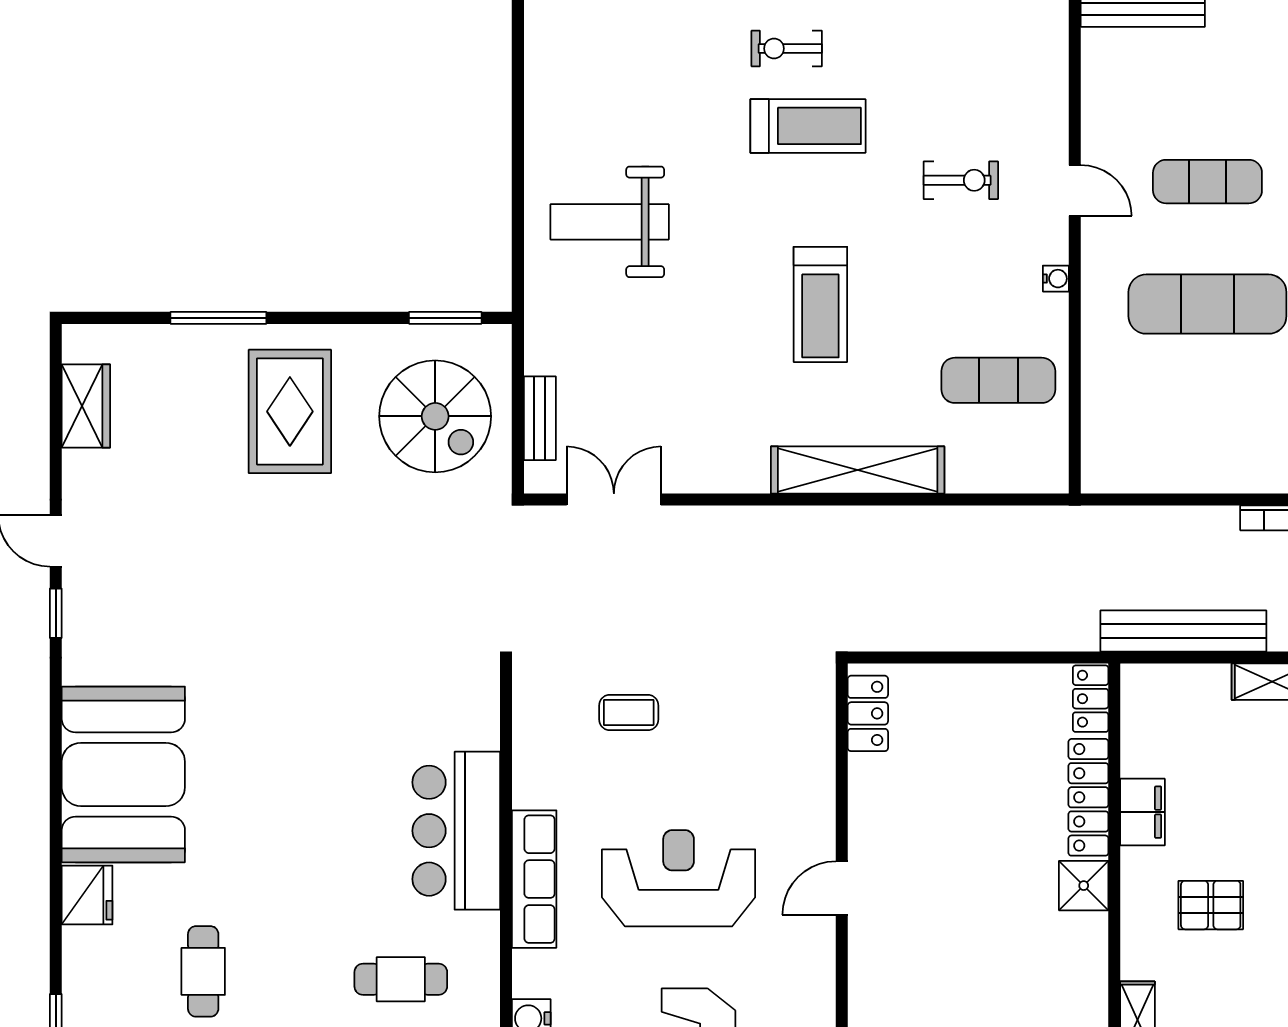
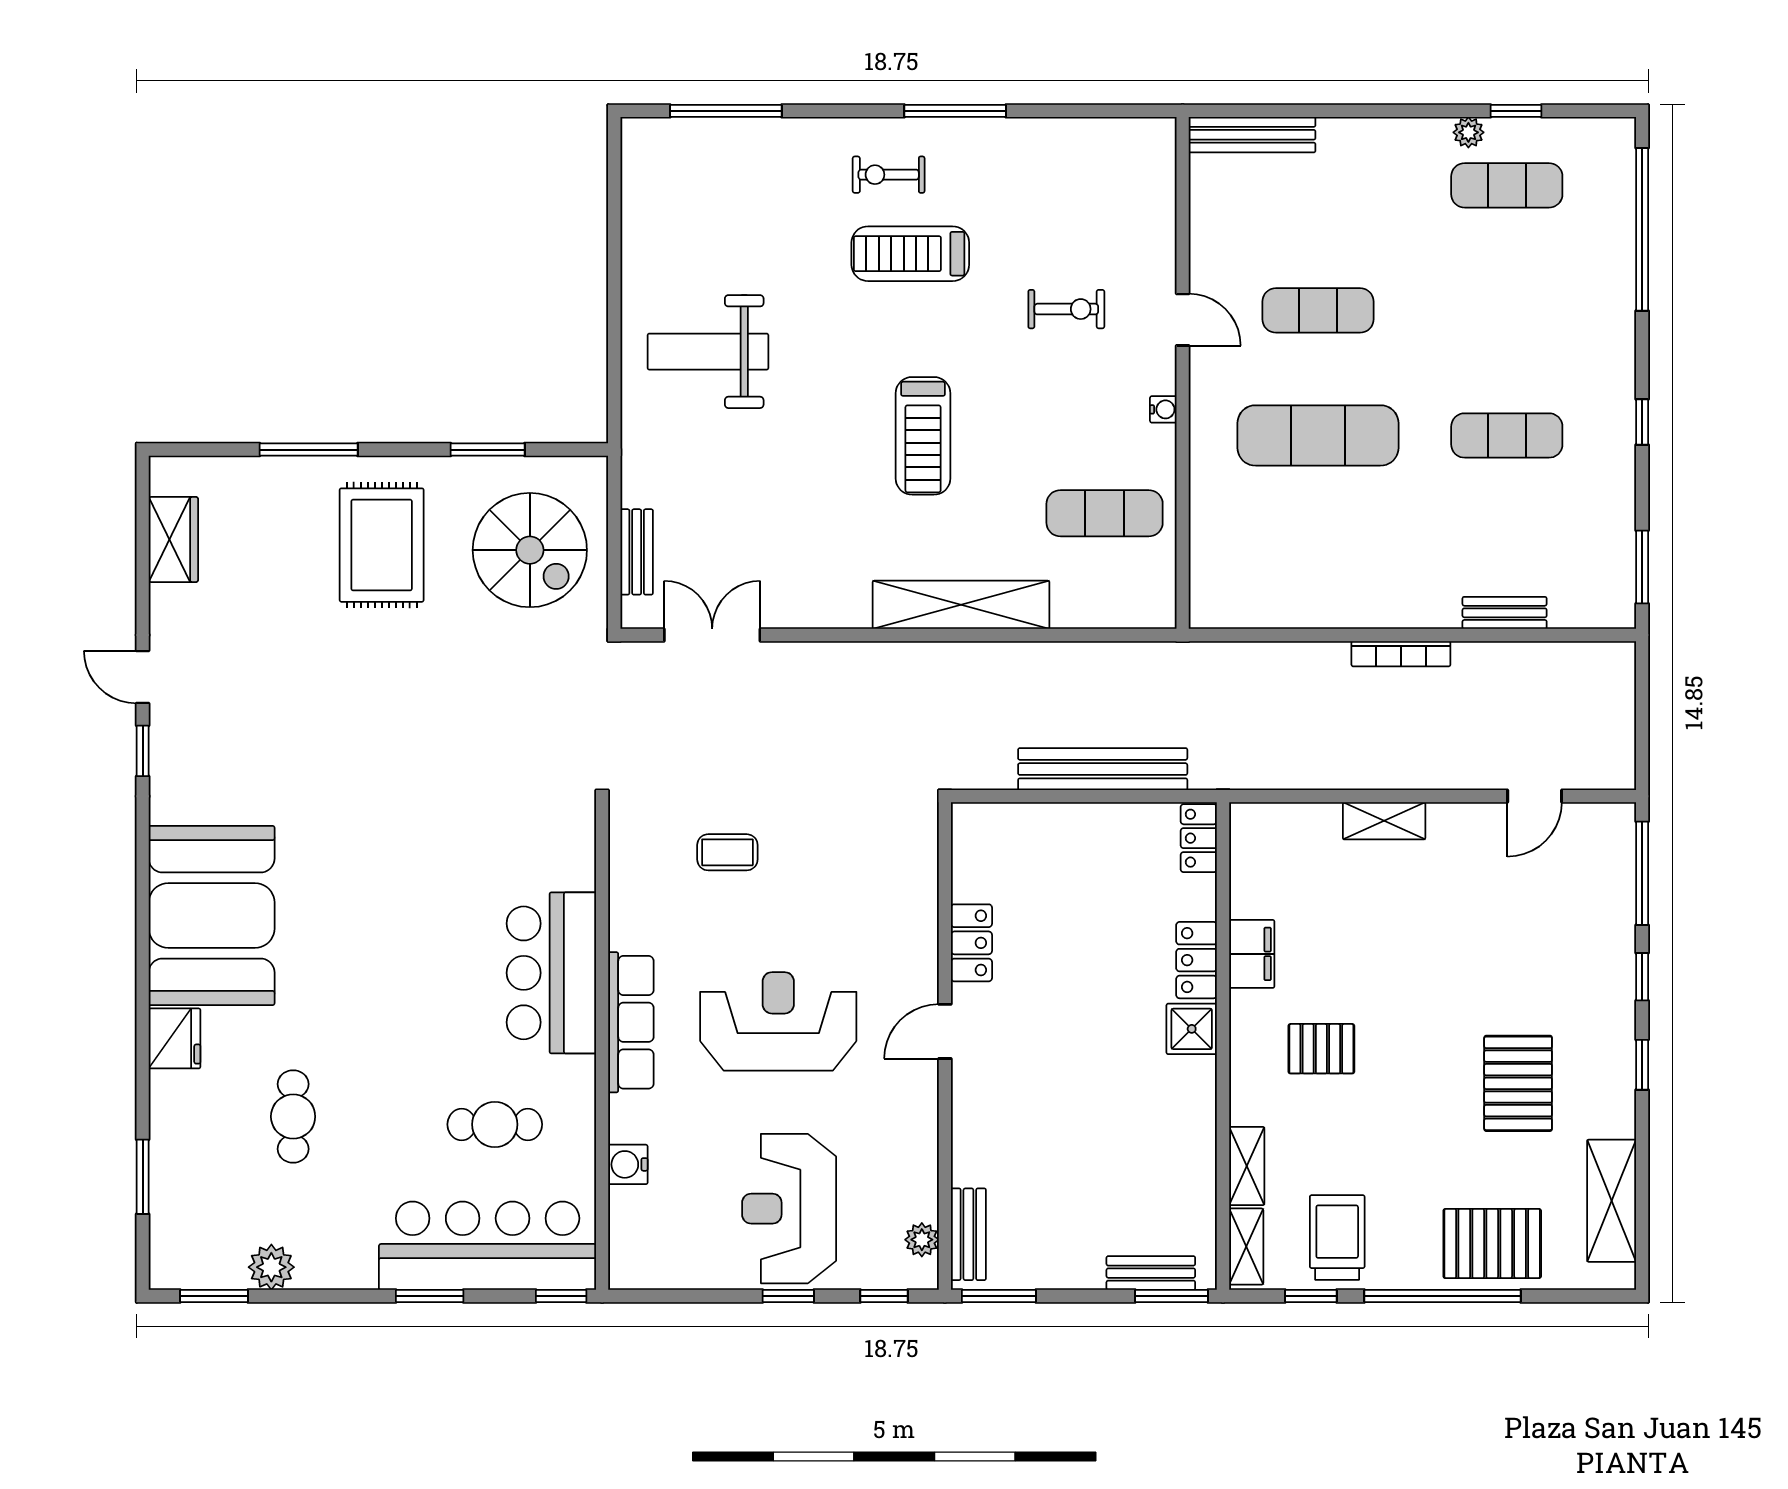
treadmill: (808, 126) -> (910, 254), turned 180
window: (445, 318) -> (488, 450), moved
bench: (1183, 631) -> (1103, 769), moved
locker: (868, 713) -> (971, 943), moved
locker: (1088, 797) -> (1197, 960), width x0.66

